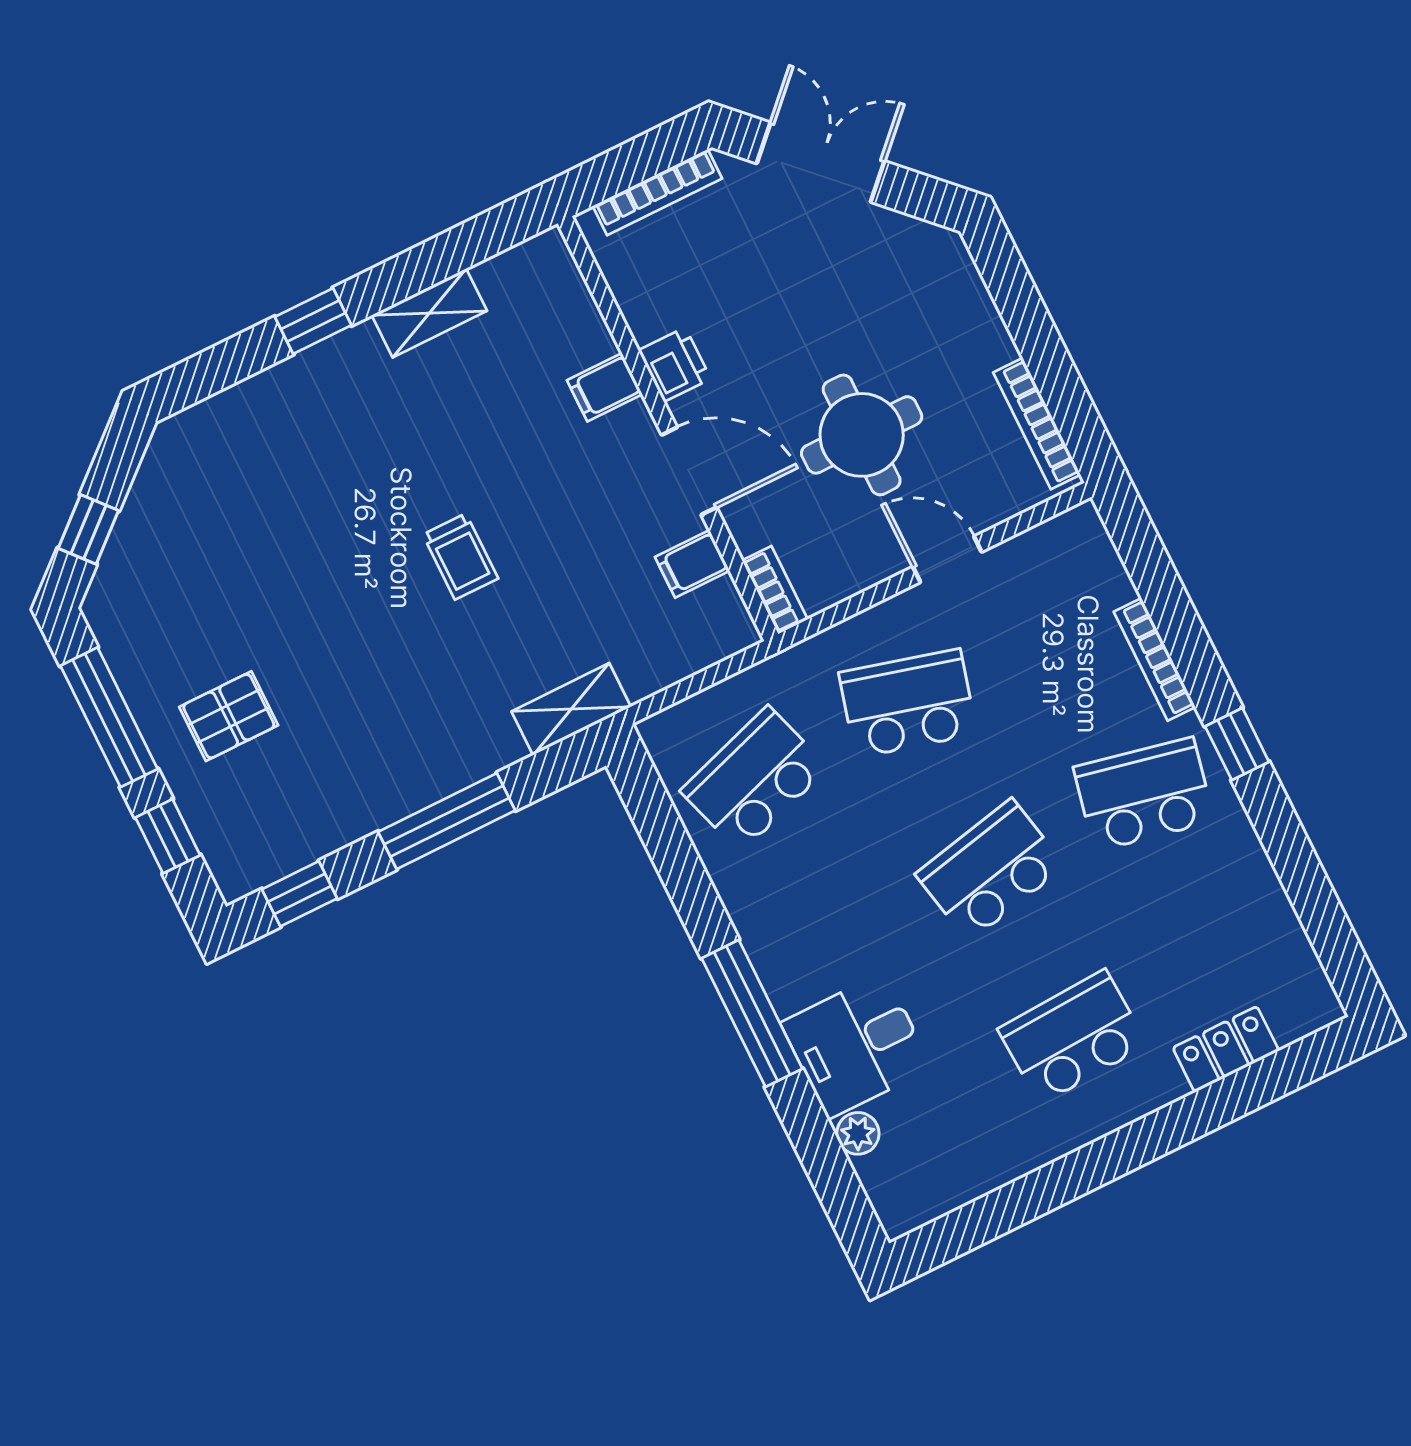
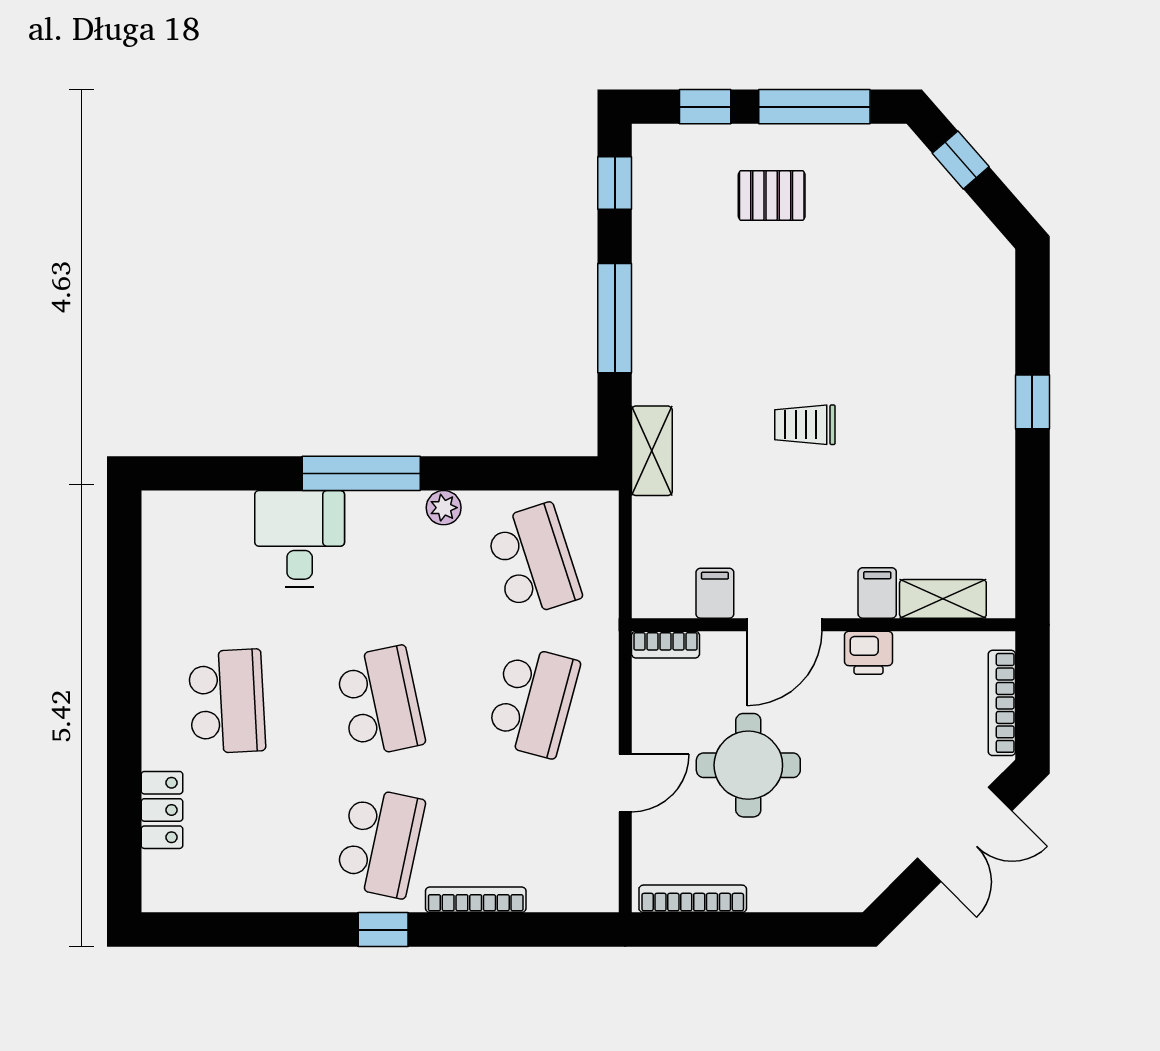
shelving: (429, 313) -> (943, 599), moved, turned 90
pallet: (229, 716) -> (772, 195), turned 90
plant: (858, 1133) -> (444, 508), moved

